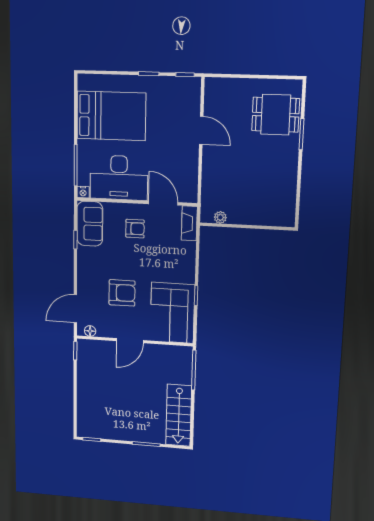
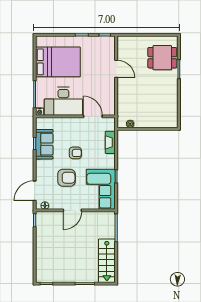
fireplace: (189, 223) -> (110, 142), moved
sofa: (90, 224) -> (44, 144), moved
armchair: (135, 229) -> (75, 153), moved

